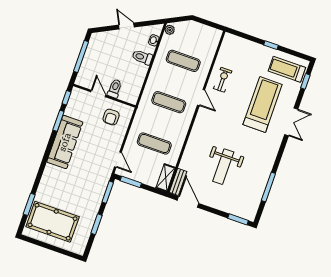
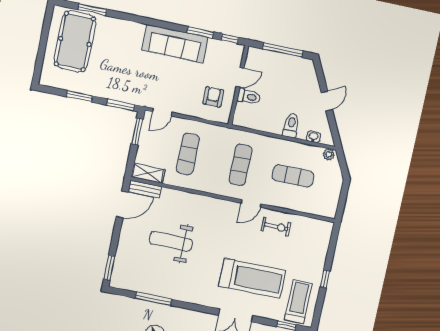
exercise mat: (183, 61) -> (293, 176), turned 90
armchair: (111, 117) -> (213, 97), turned 90

